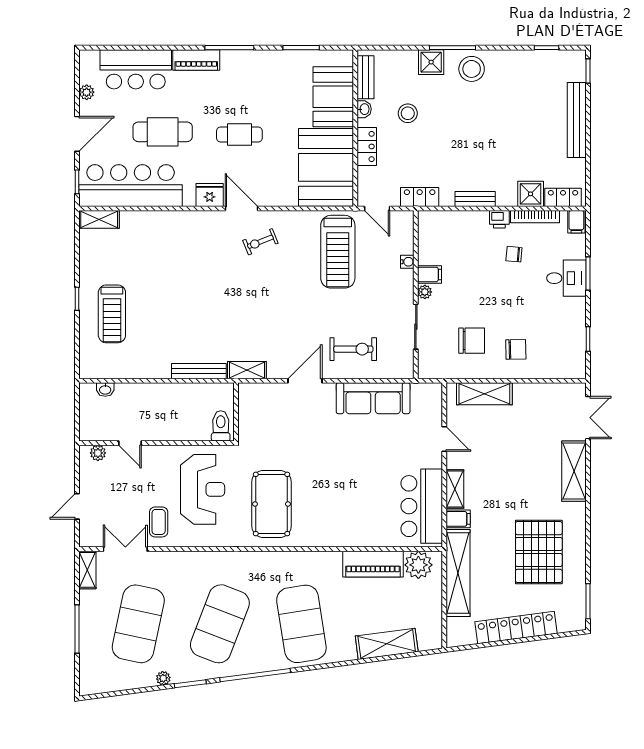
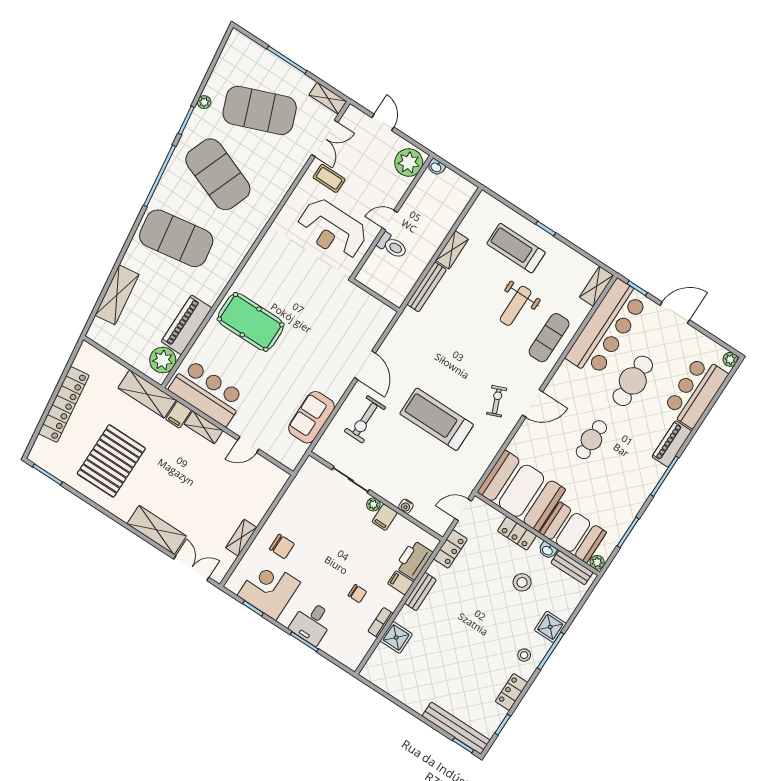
plant: (346, 58) -> (597, 562), added
stool: (472, 69) -> (524, 655), width x0.53, depth x0.53
plant: (87, 92) -> (730, 359), moved
bench: (577, 120) -> (456, 728), moved
door: (77, 134) -> (675, 313), swing flipped
fridge: (210, 195) -> (559, 385), removed
locker: (563, 197) -> (512, 692), moved, turned 180
bookcase: (535, 217) -> (381, 622), width x0.64
printer: (499, 219) -> (414, 560), moved, width x1.87, depth x1.48
filing cabinet: (576, 222) -> (401, 583), moved
exercise mat: (173, 232) -> (549, 338), added
treadmill: (338, 252) -> (437, 419), moved
chair: (514, 254) -> (357, 594), turned 85
weight bench: (164, 281) -> (516, 306), added
corner desk: (561, 336) -> (269, 589), added
chair: (472, 341) -> (311, 516), removed
chair: (516, 349) -> (282, 546), turned -89
shelving: (247, 370) -> (452, 250), moved
washbasin: (105, 390) -> (436, 167), moved, turned -90
shelving: (484, 394) -> (241, 538), moved, width x0.67, depth x0.75
sofa: (373, 398) -> (311, 417), width x0.73
double door: (588, 418) -> (191, 568), swing flipped
toilet: (221, 426) -> (392, 246), moved
door: (130, 443) -> (390, 220), moved
plant: (98, 453) -> (409, 163), width x1.87, depth x1.87
pool table: (271, 504) -> (251, 322), moved
pallet: (539, 552) -> (111, 461), turned 90
shelving: (458, 573) -> (147, 394), width x0.68
exercise mat: (138, 624) -> (260, 110), turned -33

